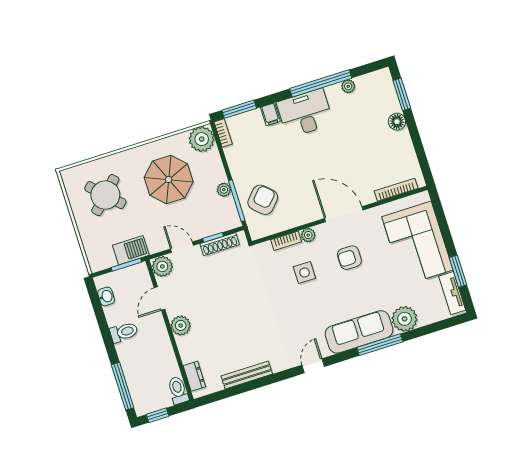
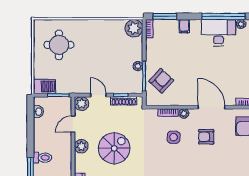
desk: (305, 113) -> (219, 33), moved
parasol: (169, 180) -> (104, 48), removed
round table: (105, 195) -> (59, 45), turned 45
barbecue: (131, 250) -> (45, 86), moved
spiral stairs: (227, 314) -> (114, 148), added
toilet: (124, 332) -> (43, 158), moved

